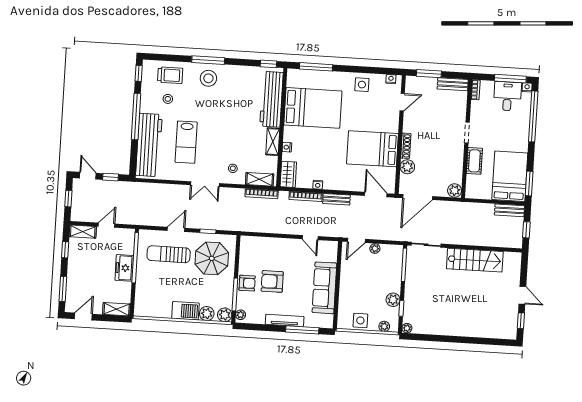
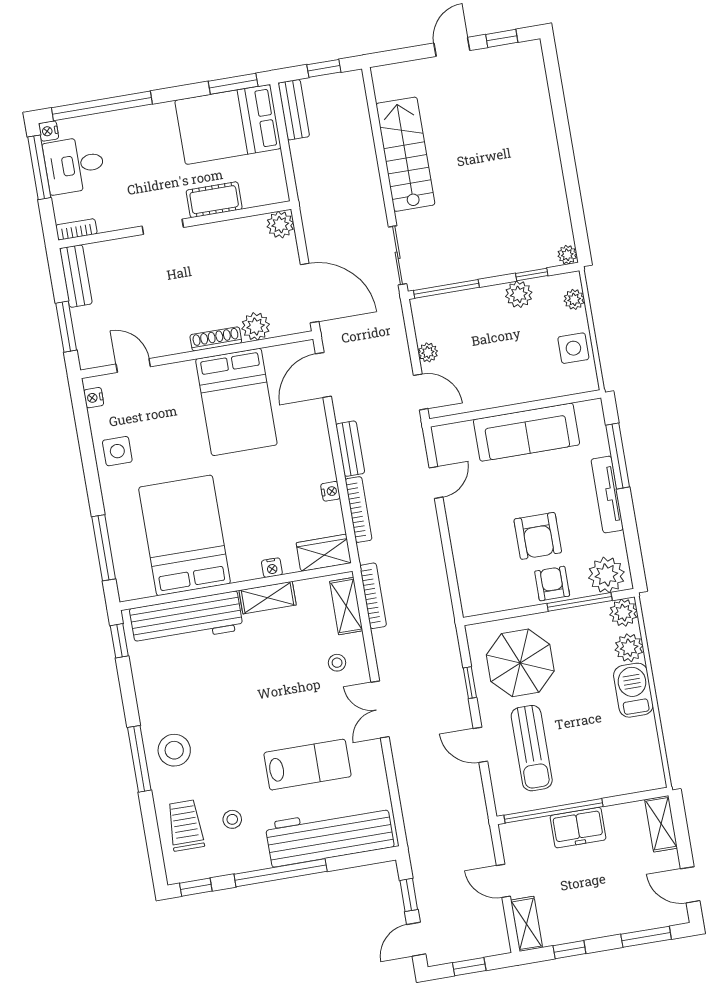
double door: (205, 184) -> (380, 710), swing flipped
plant: (241, 315) -> (606, 575), width x1.88, depth x1.88

